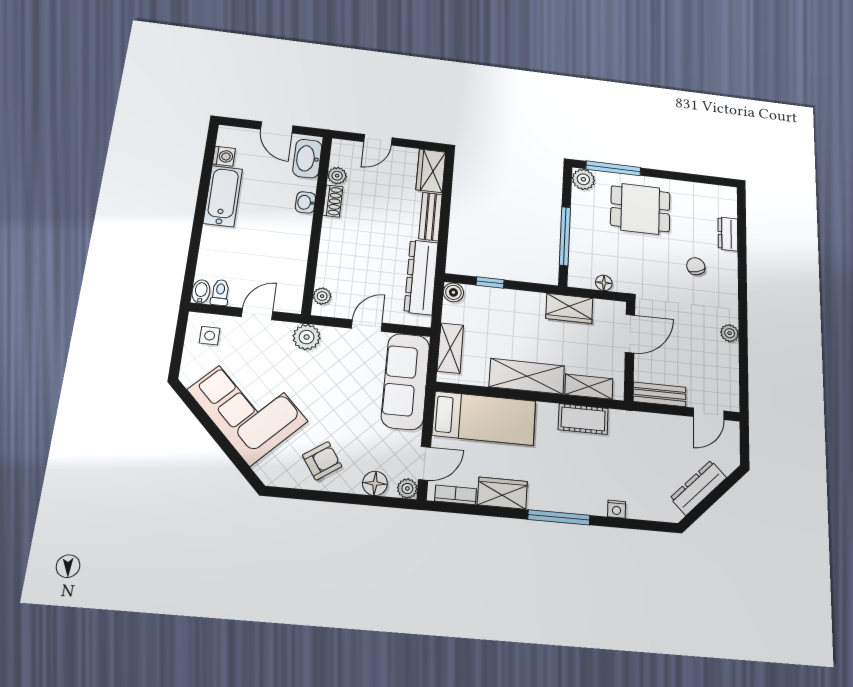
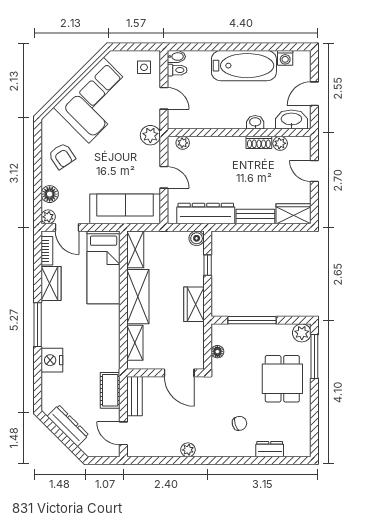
bathtub: (223, 196) -> (244, 66), width x1.36, depth x1.36
wardrobe: (569, 308) -> (194, 304), moved
shelving: (450, 348) -> (135, 249), moved, turned 90
cot: (583, 419) -> (110, 390), moved
nightstand: (617, 509) -> (52, 360), width x1.89, depth x1.79

